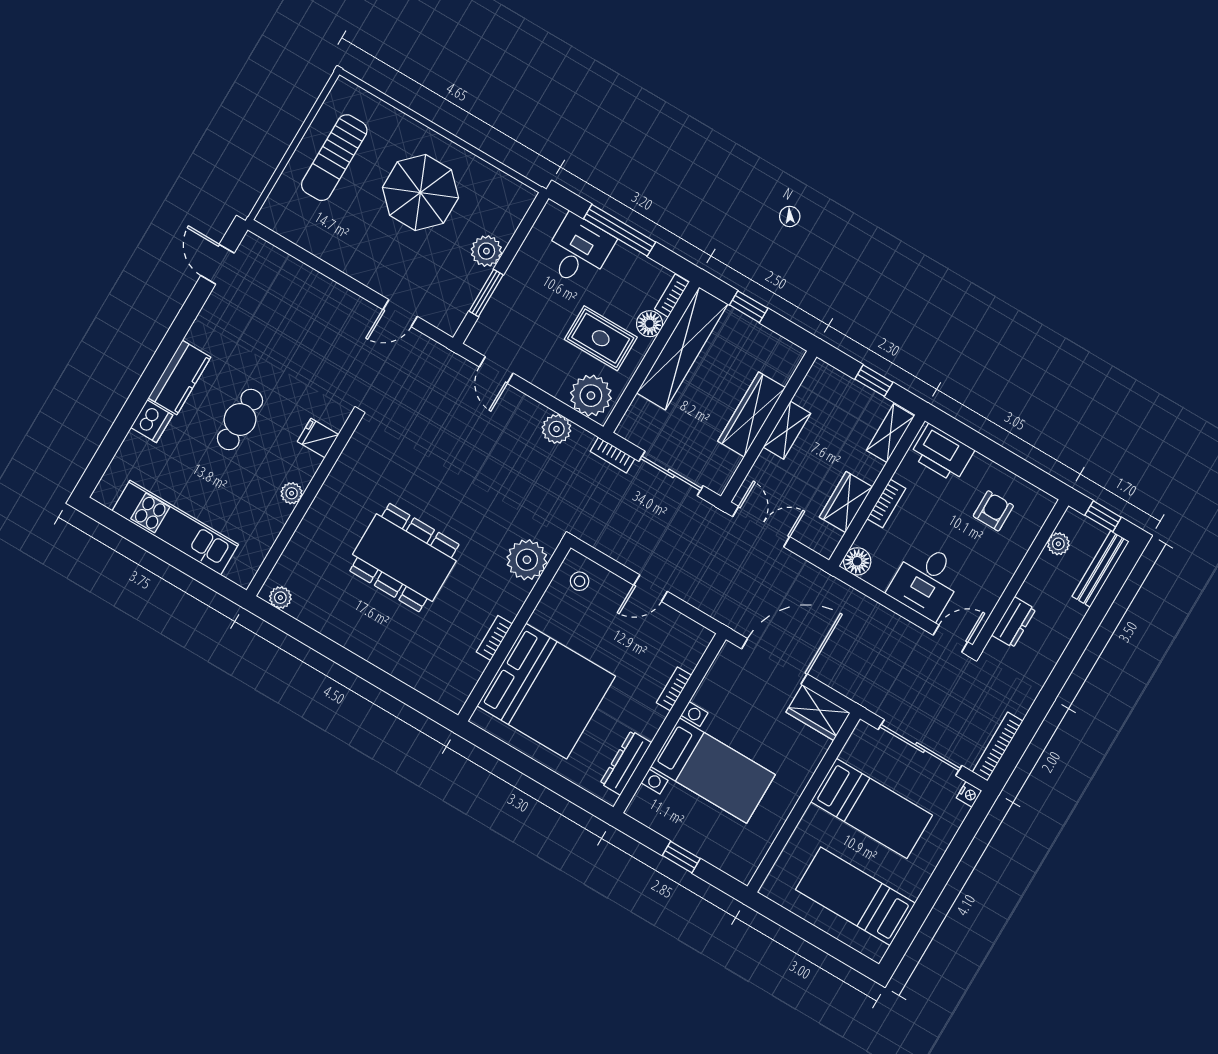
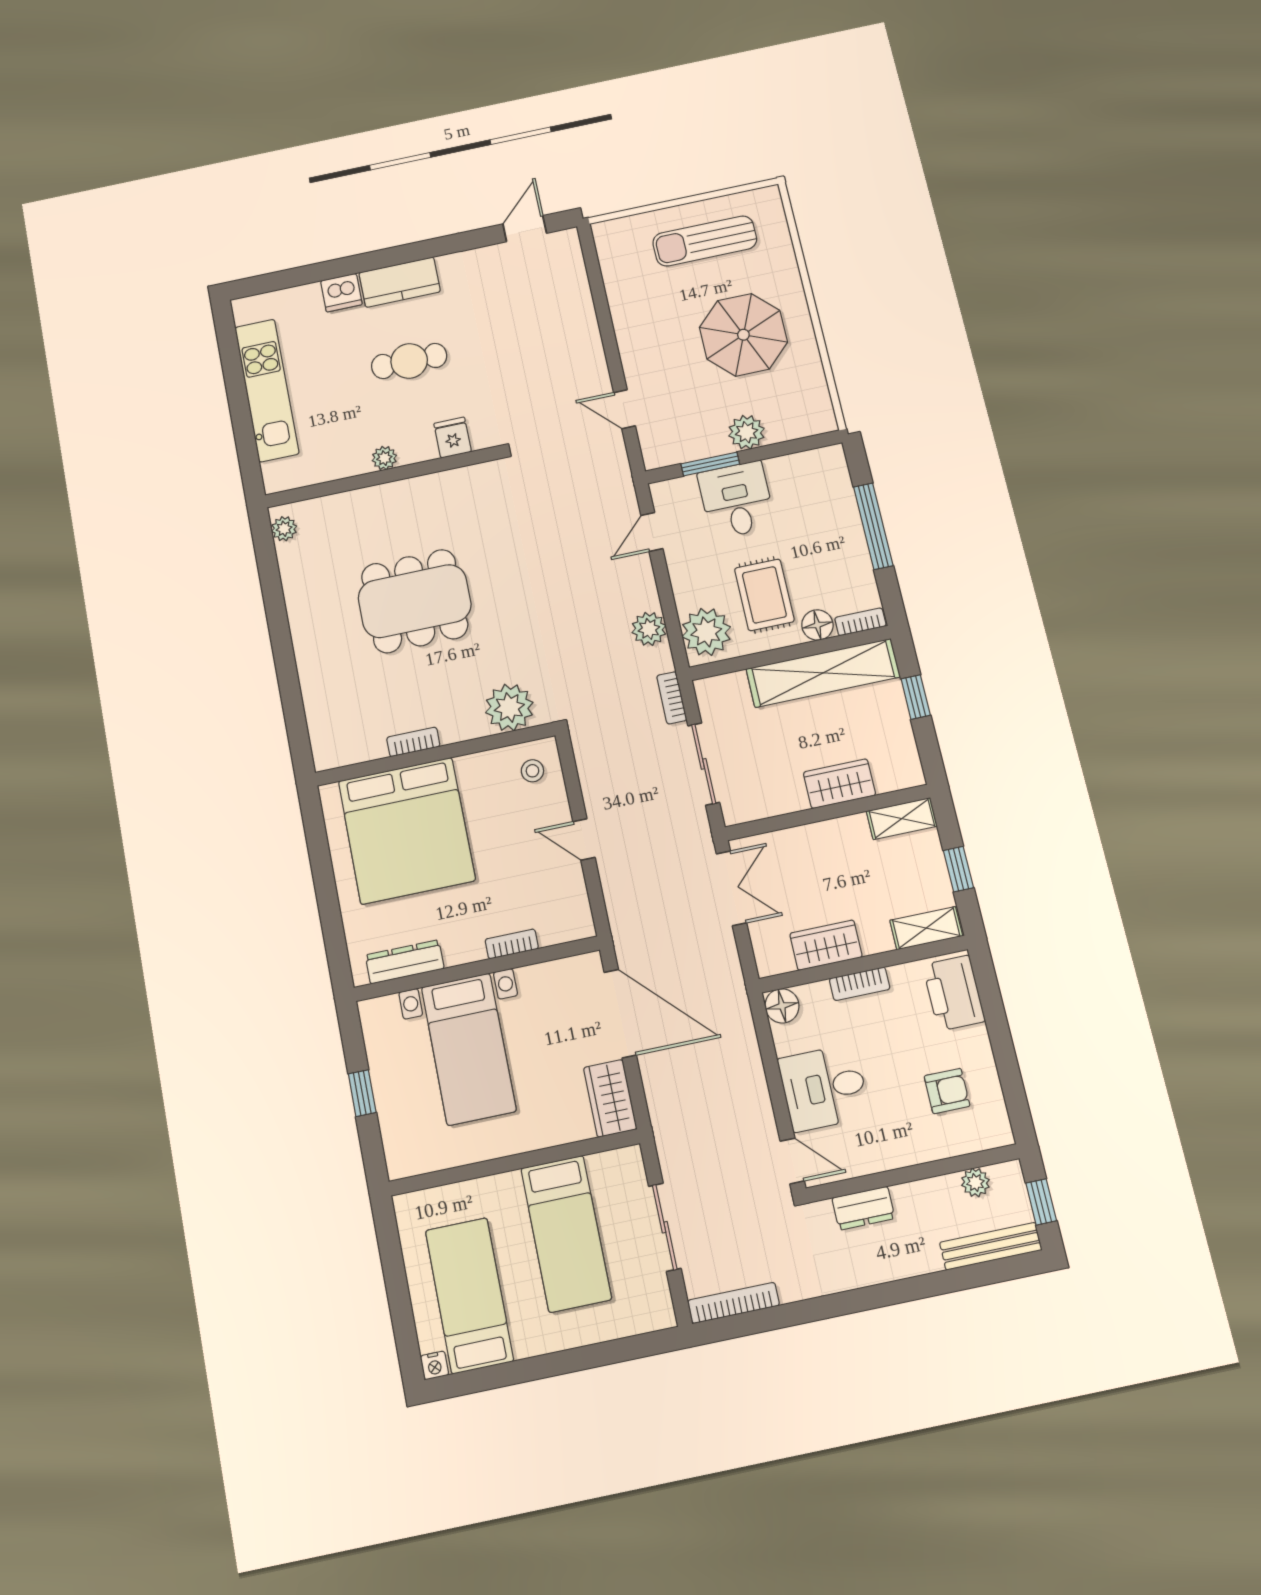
desk: (578, 251) -> (736, 500), moved, turned -90
wardrobe: (752, 414) -> (839, 784), width x0.67
shelving: (787, 430) -> (902, 819), moved
dining table: (404, 558) -> (415, 601), turned 90
sliding door: (920, 748) -> (665, 1227), width x0.73
nightstand: (969, 794) -> (434, 1365), moved

